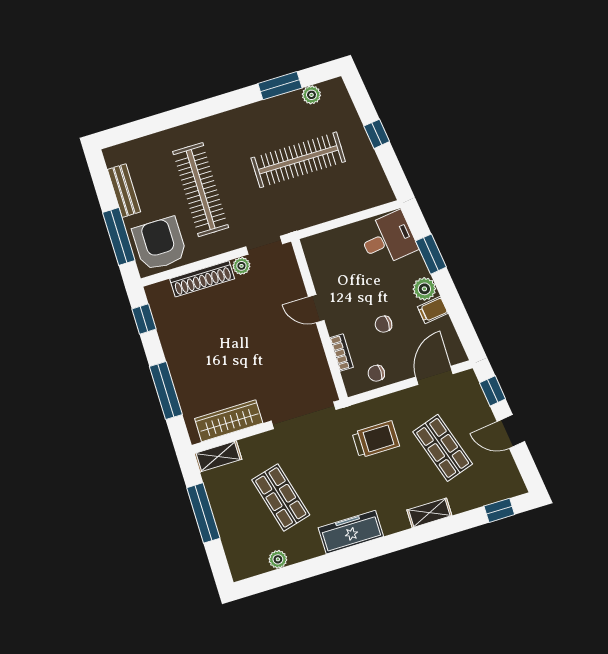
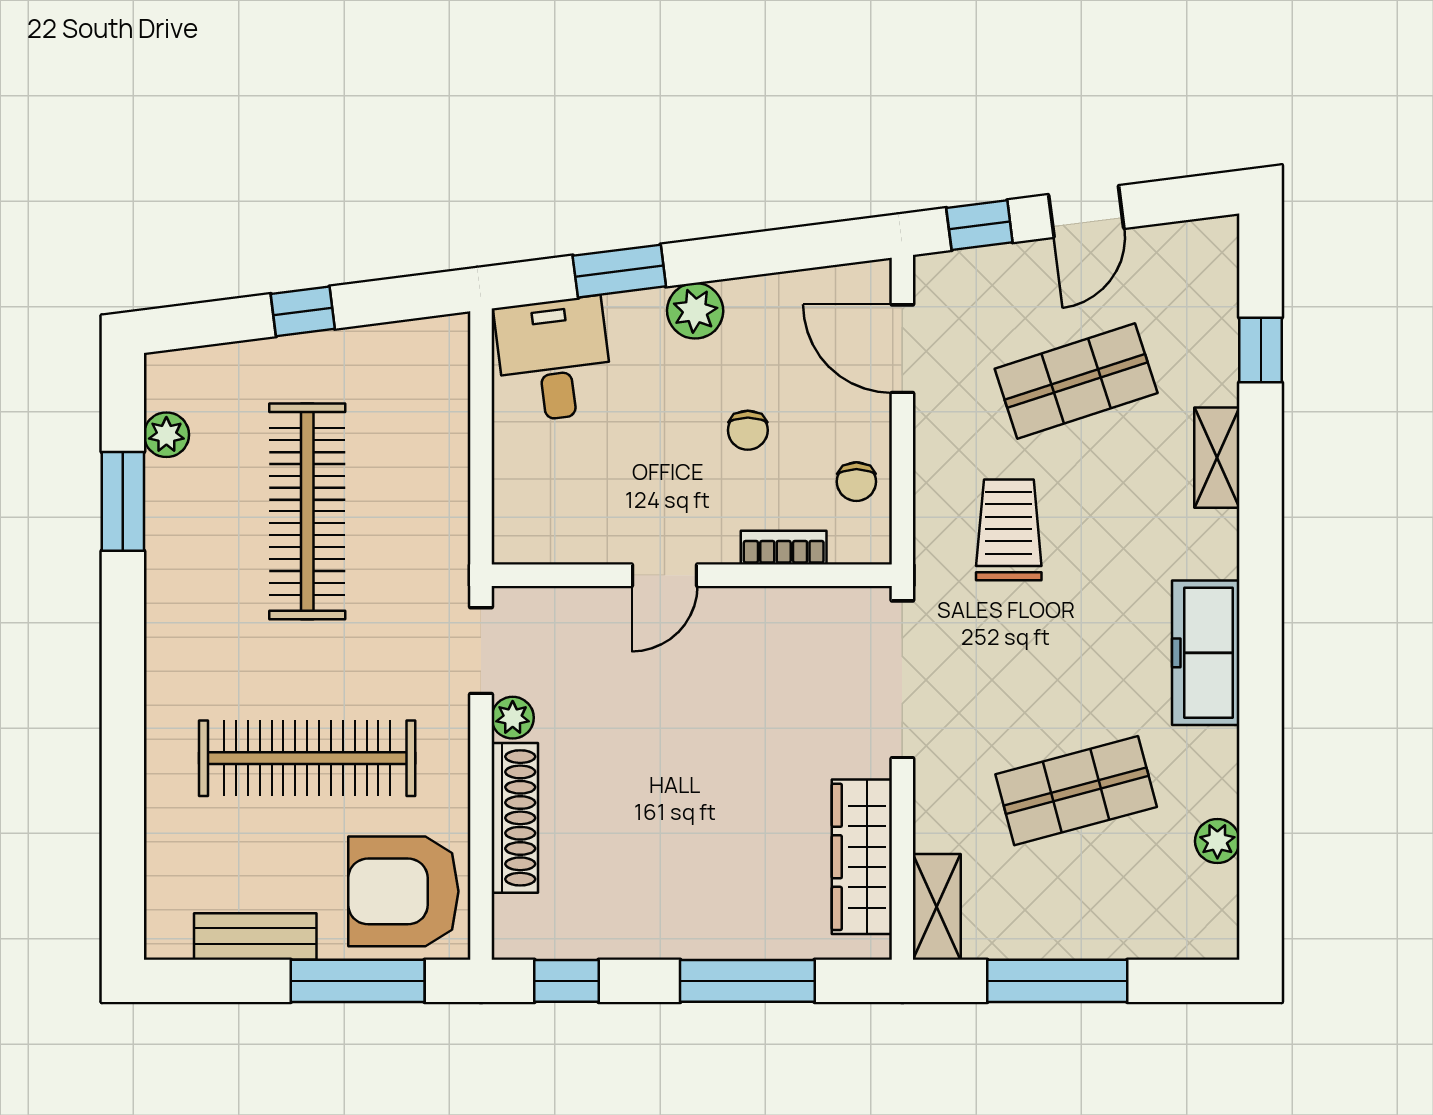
filing cabinet: (433, 310) -> (750, 306), removed
window: (499, 510) -> (1261, 350), moved

